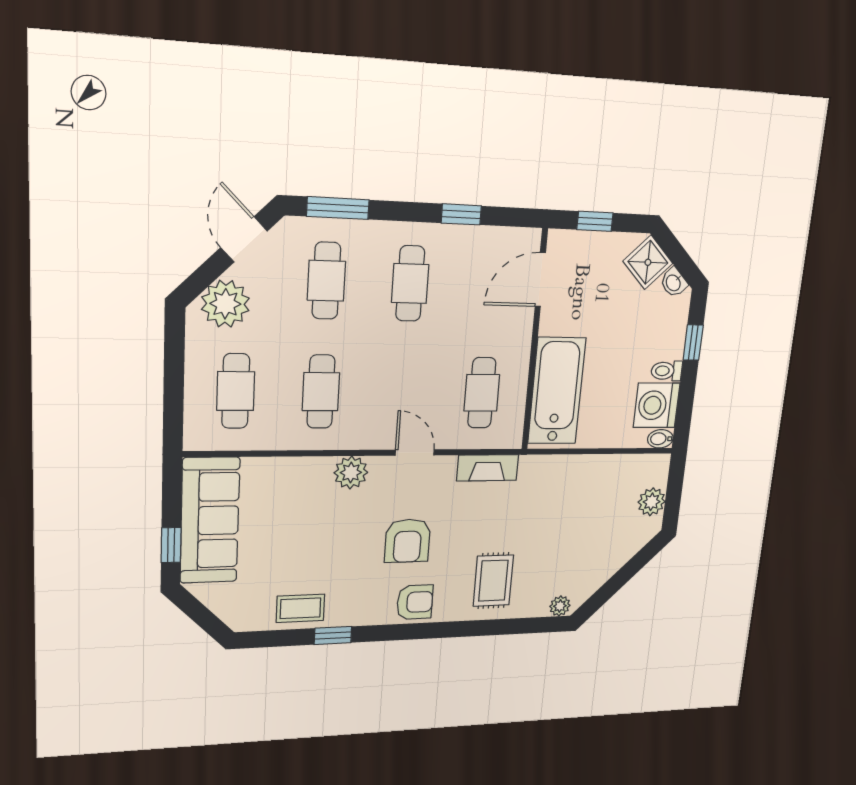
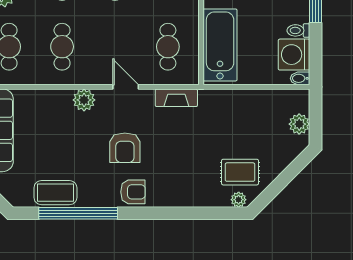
rug: (493, 581) -> (240, 172), moved, turned 90
coffee table: (300, 608) -> (55, 193), width x1.36, depth x1.30
window: (333, 636) -> (78, 213), width x3.17

